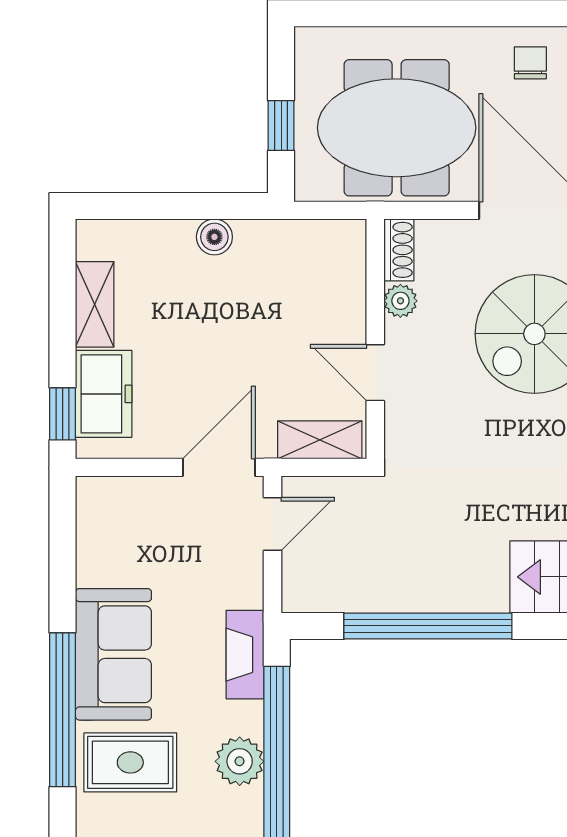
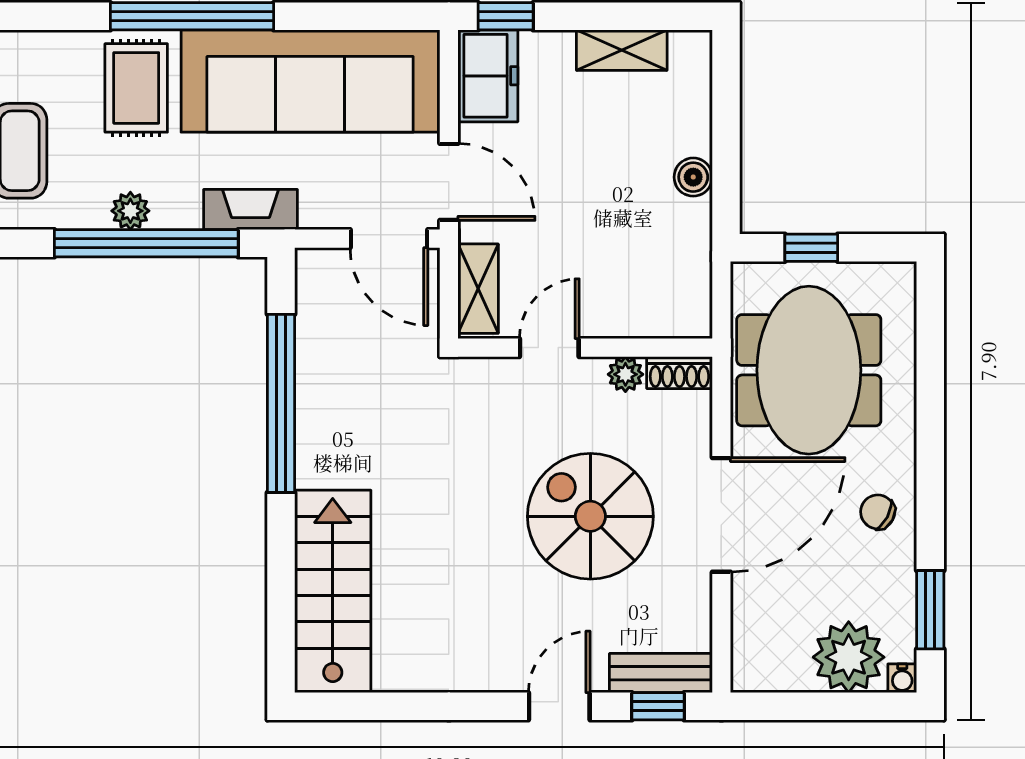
chair: (530, 63) -> (878, 512), turned -152
freezer: (104, 394) -> (488, 76), moved, turned -90
door: (272, 524) -> (389, 239), width x1.38
sofa: (113, 654) -> (310, 81), width x1.85, depth x1.27
plant: (240, 761) -> (130, 211), width x0.73, depth x0.73

